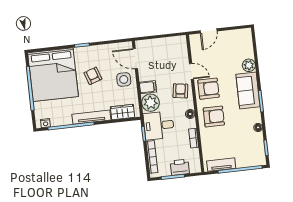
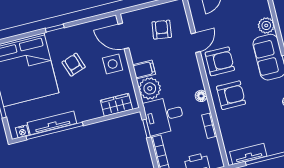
door: (191, 71) -> (196, 43), hinge flipped
armchair: (180, 91) -> (162, 30), moved
tv unit: (91, 117) -> (52, 123), moved

